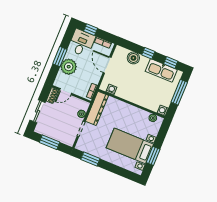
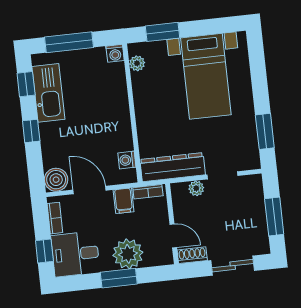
boiler: (133, 58) -> (56, 180), moved
door: (107, 65) -> (89, 190), swing flipped
filing cabinet: (94, 78) -> (124, 201), added
window: (153, 156) -> (163, 32), moved

